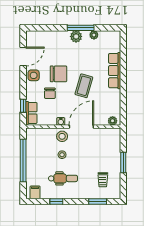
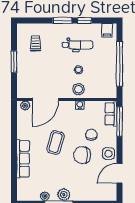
window: (23, 106) -> (120, 121), width x2.17
door: (81, 127) -> (45, 100), moved
dental chair: (63, 178) -> (77, 45), turned 180
window: (98, 201) -> (62, 21), moved

